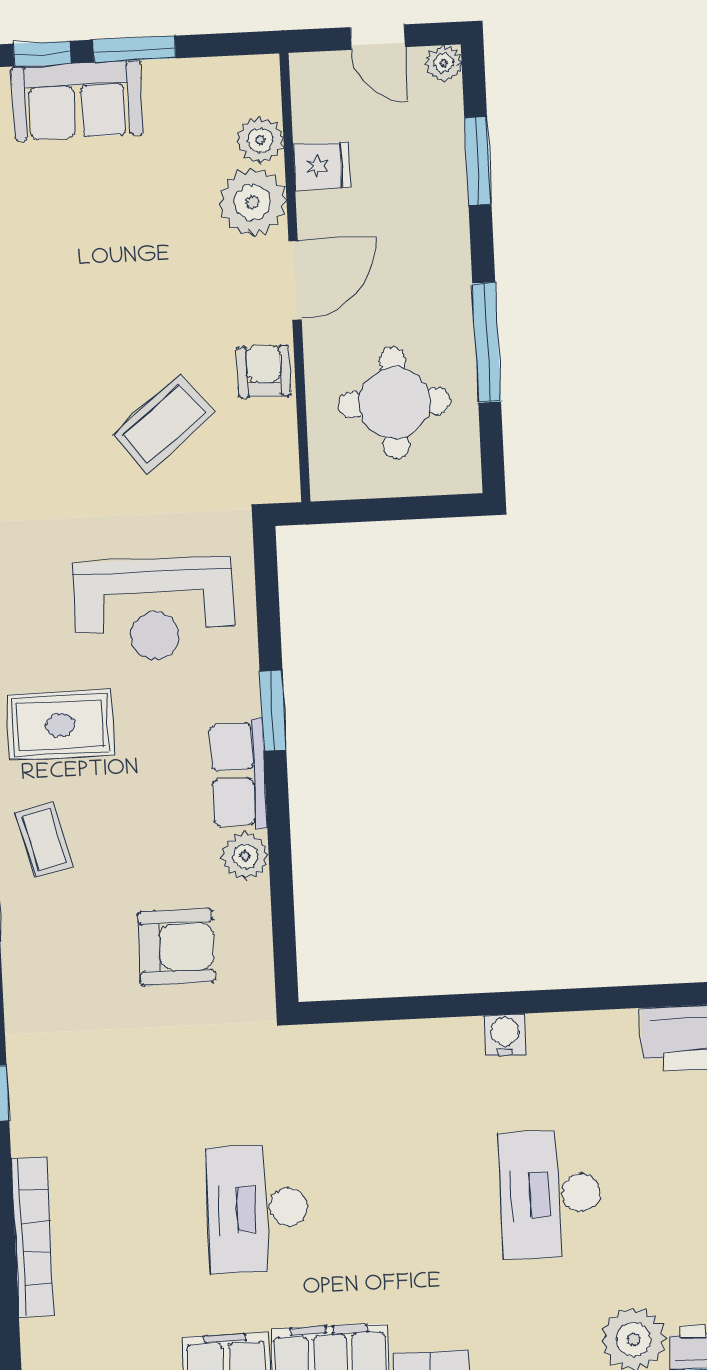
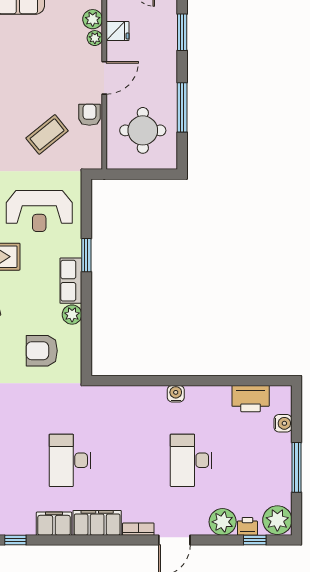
plant: (252, 202) -> (95, 38), width x0.53, depth x0.53
armchair: (176, 947) -> (42, 351), turned 180

